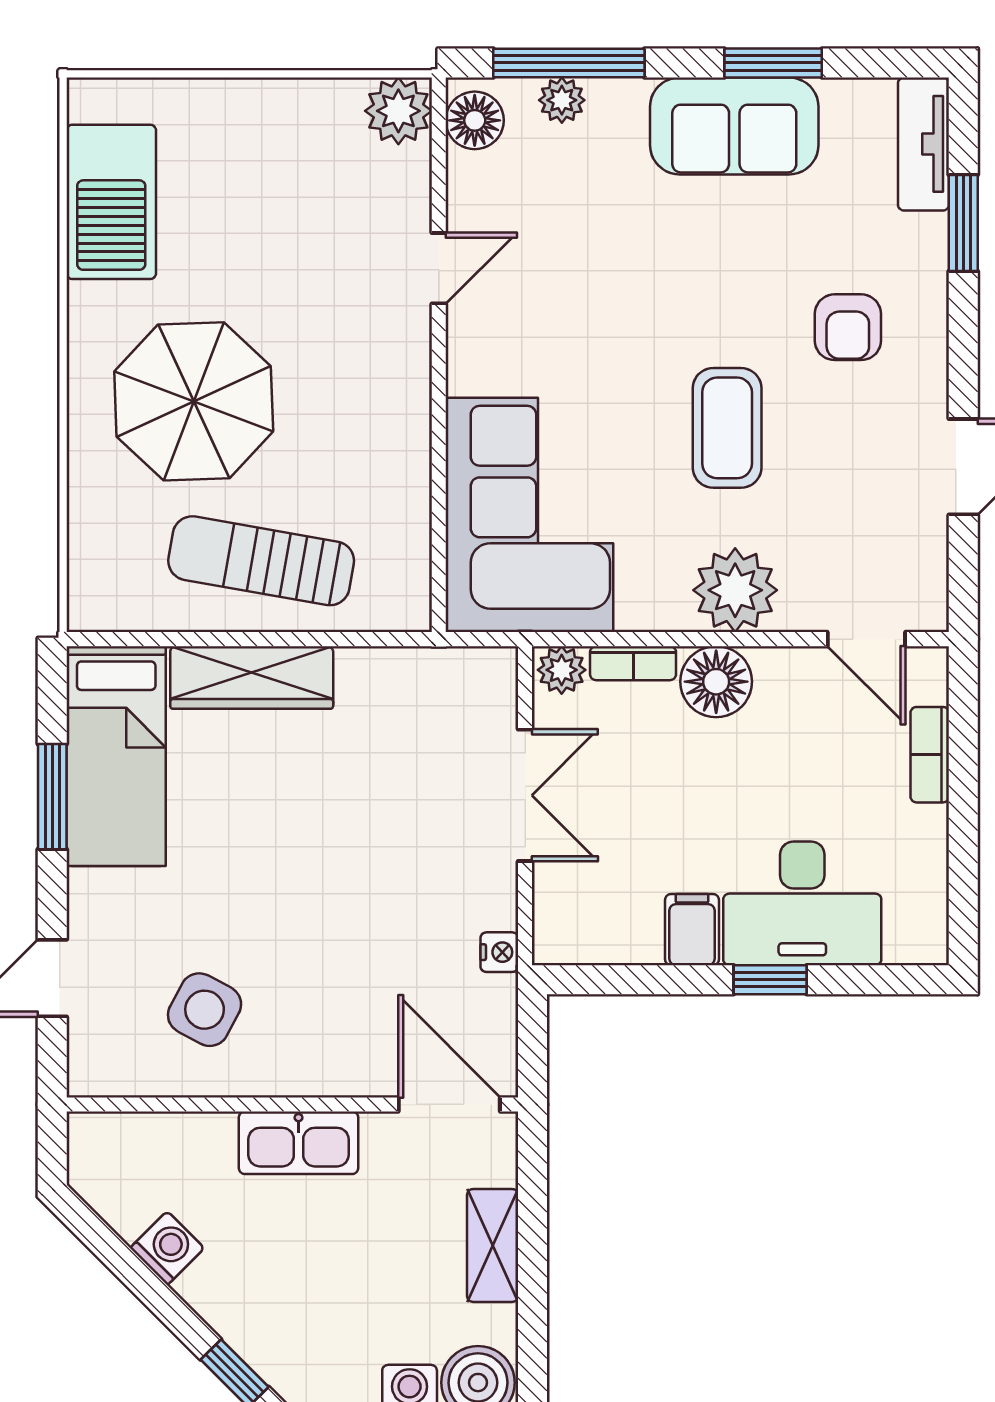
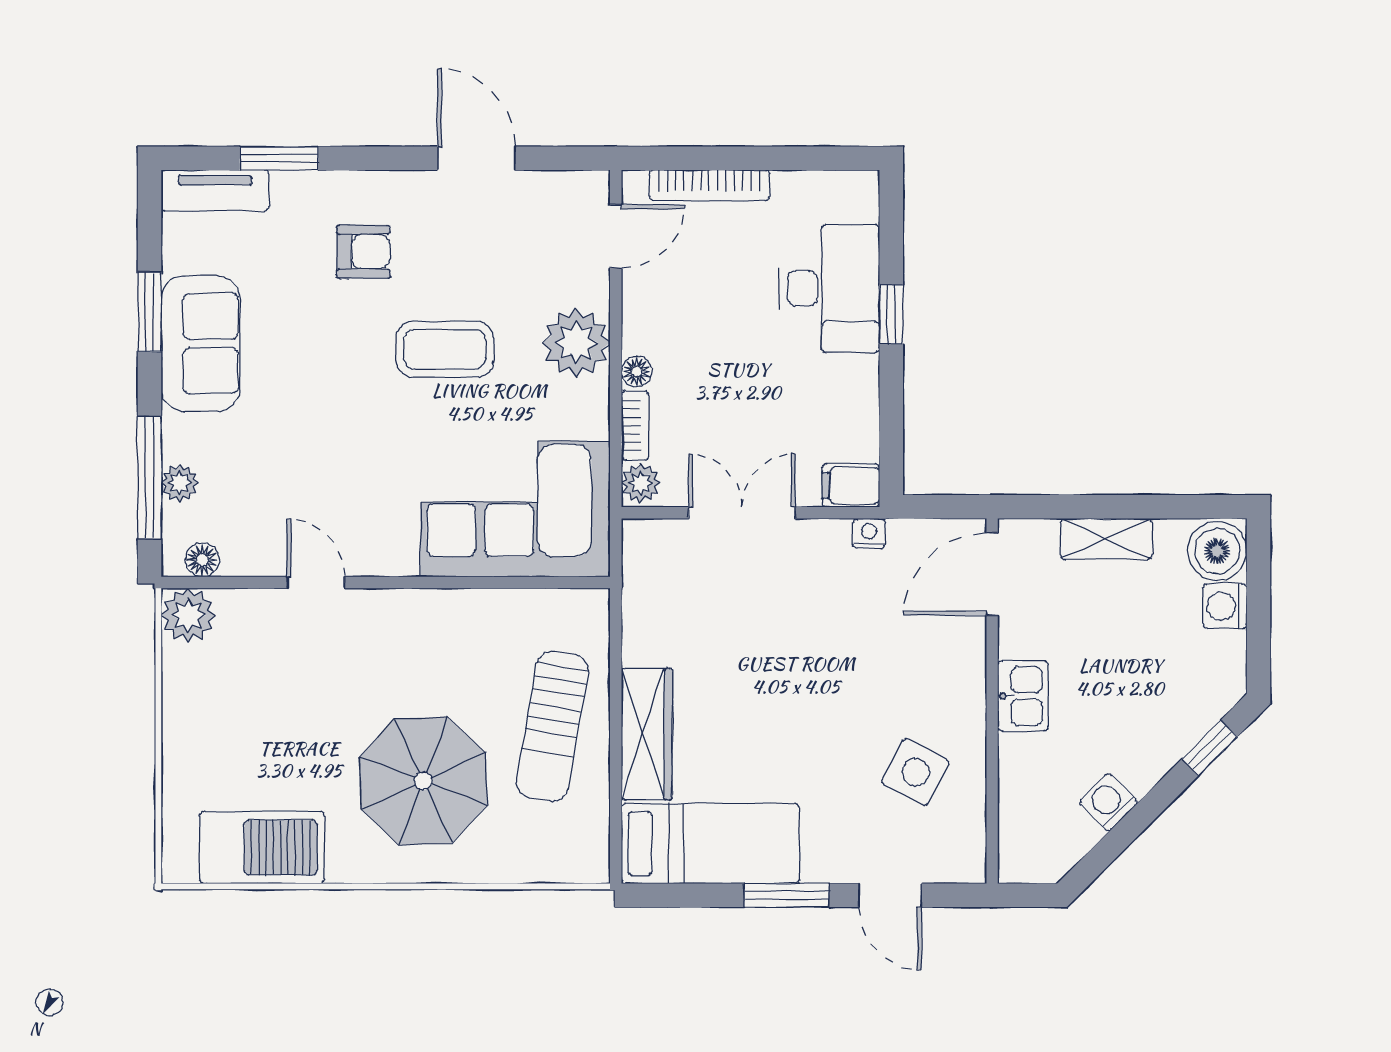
floor lamp: (475, 120) -> (202, 560), width x0.73, depth x0.73
floor lamp: (716, 682) -> (637, 372), width x0.53, depth x0.53
bookcase: (930, 755) -> (709, 185), width x1.56
window: (52, 797) -> (787, 895), moved
filing cabinet: (692, 930) -> (851, 486), moved
kitchen sink: (299, 1143) -> (1023, 696), width x0.73

